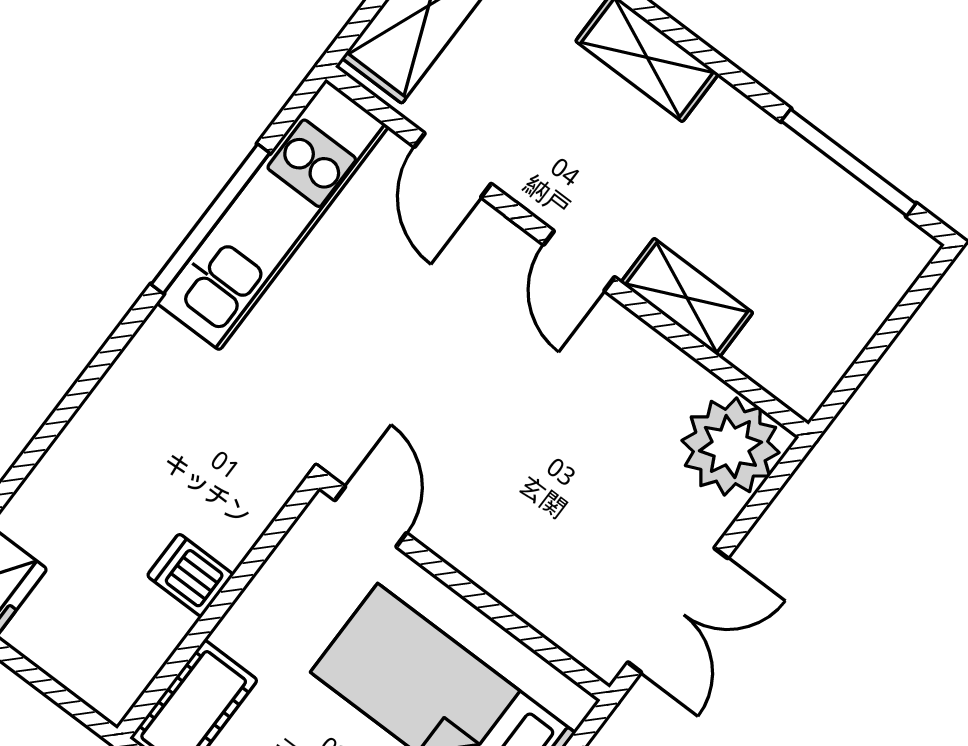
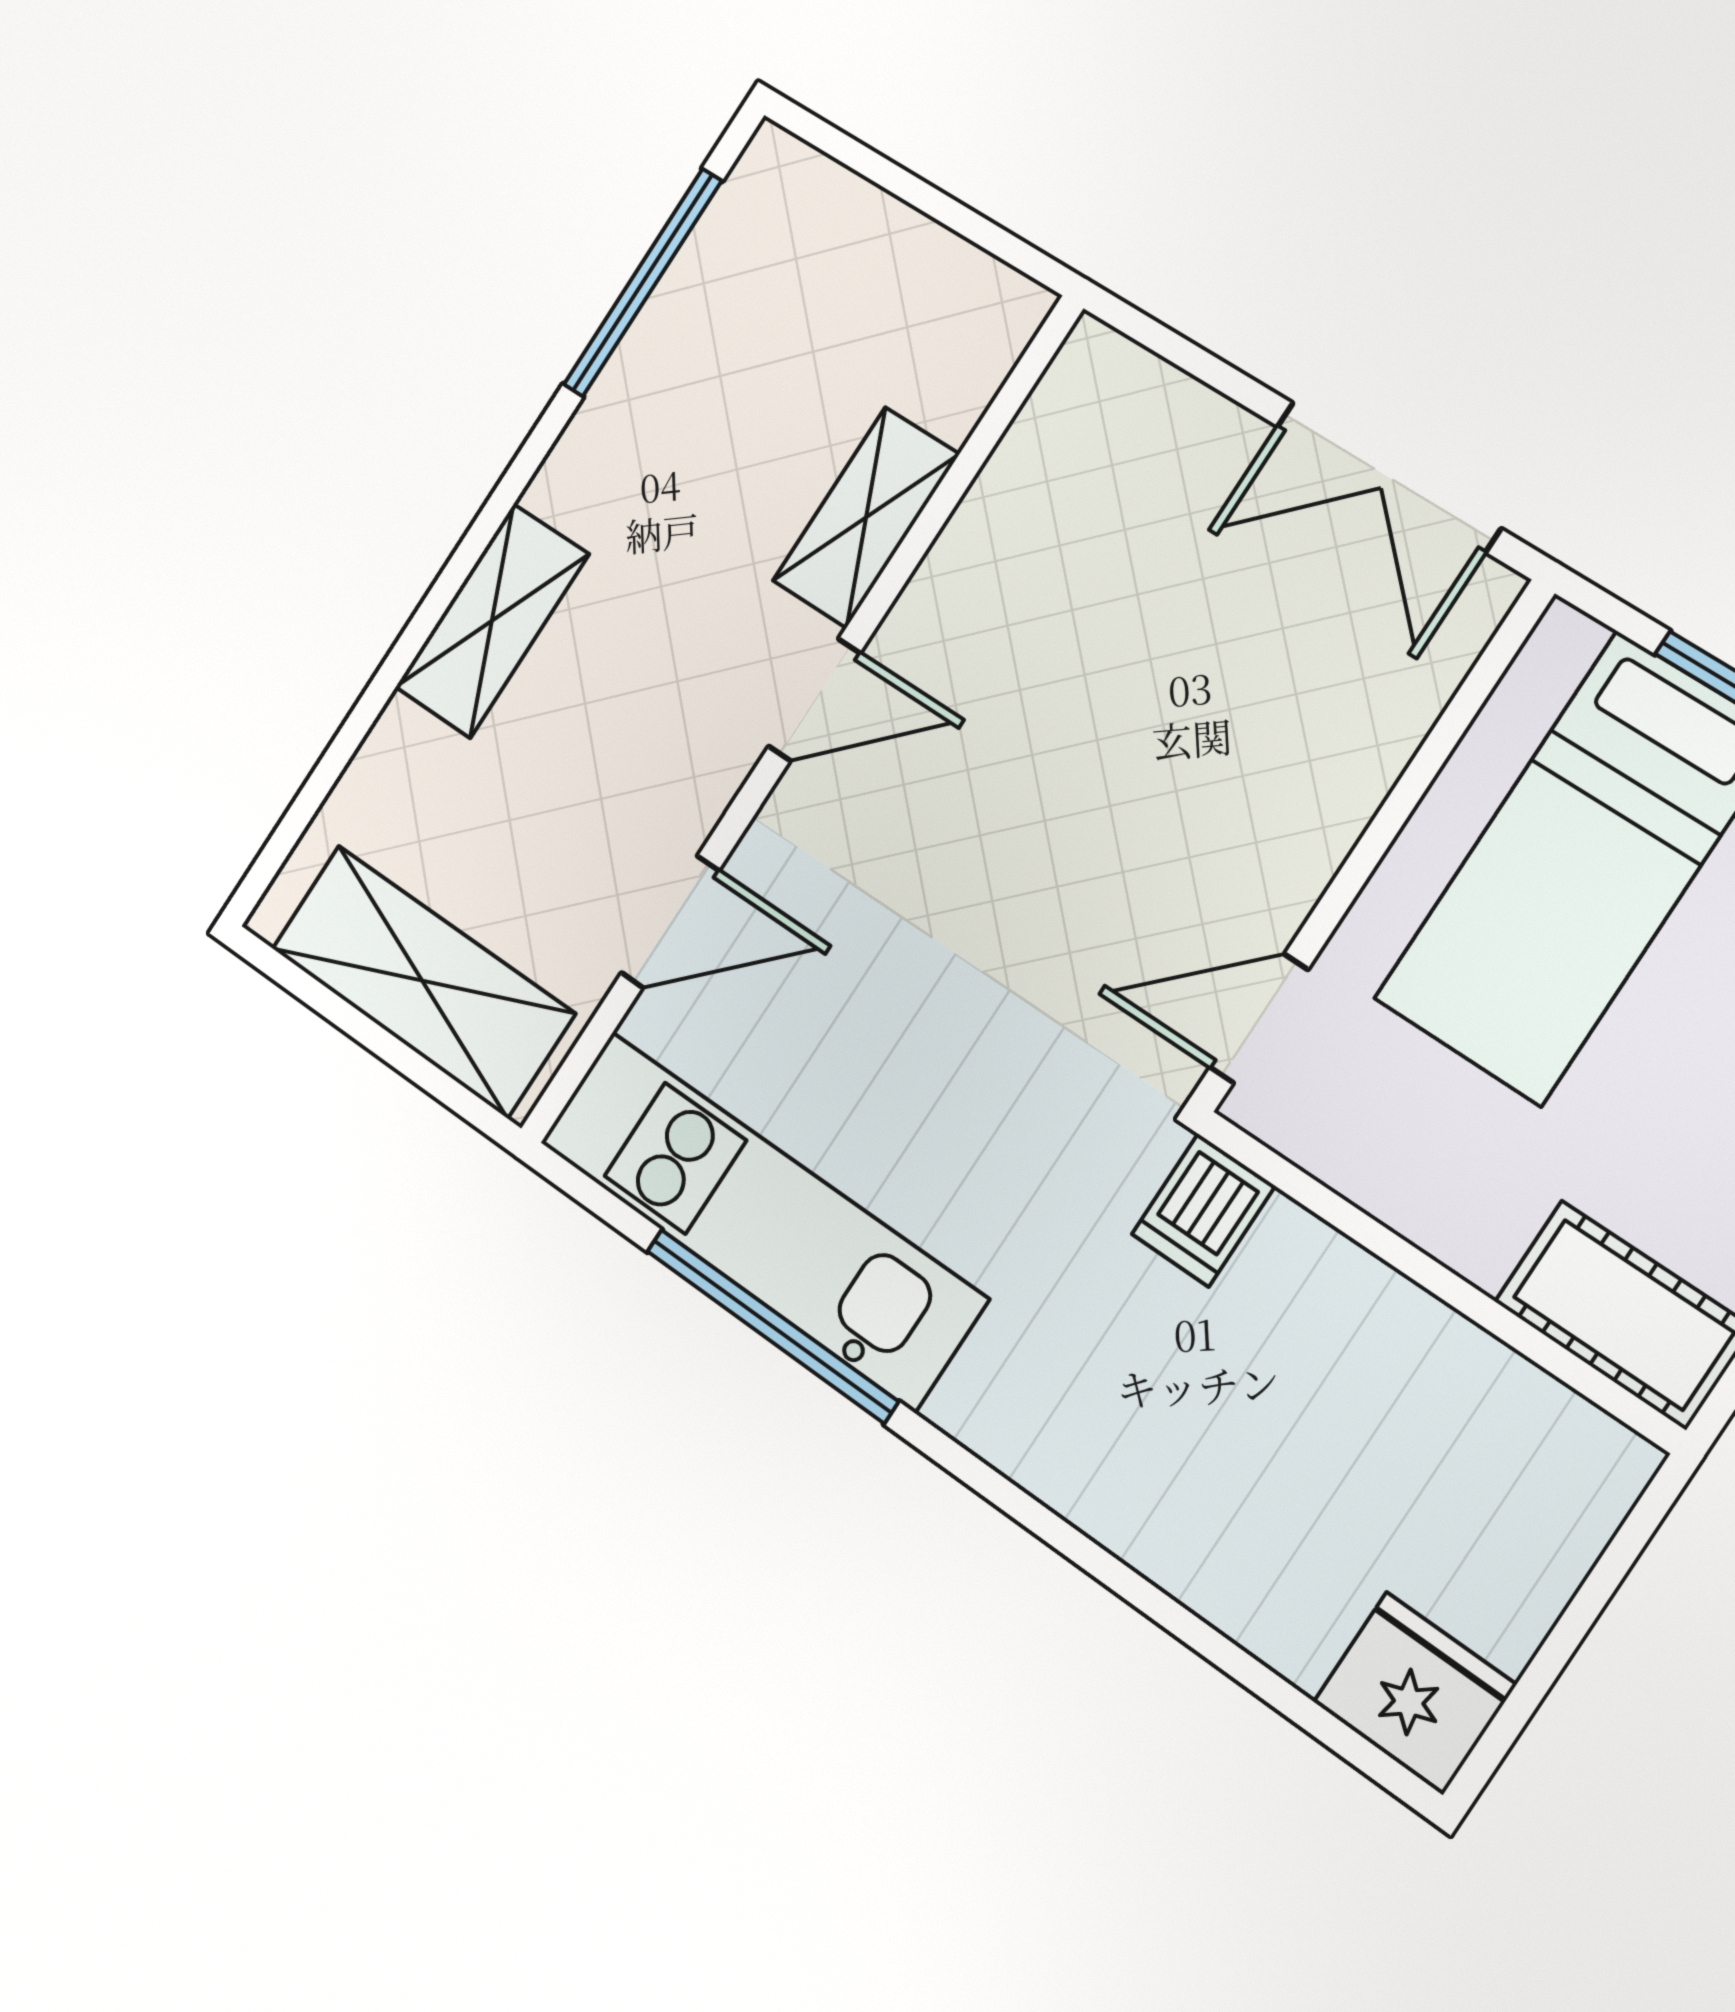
plant: (730, 446) -> (1105, 419), removed
dishwasher: (190, 575) -> (1203, 1210), moved
double door: (678, 610) -> (1388, 477), swing flipped

